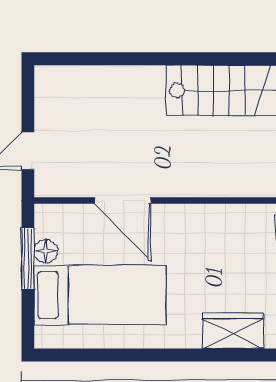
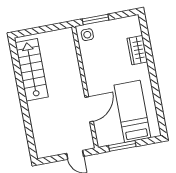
floor lamp: (46, 251) -> (118, 139), removed

